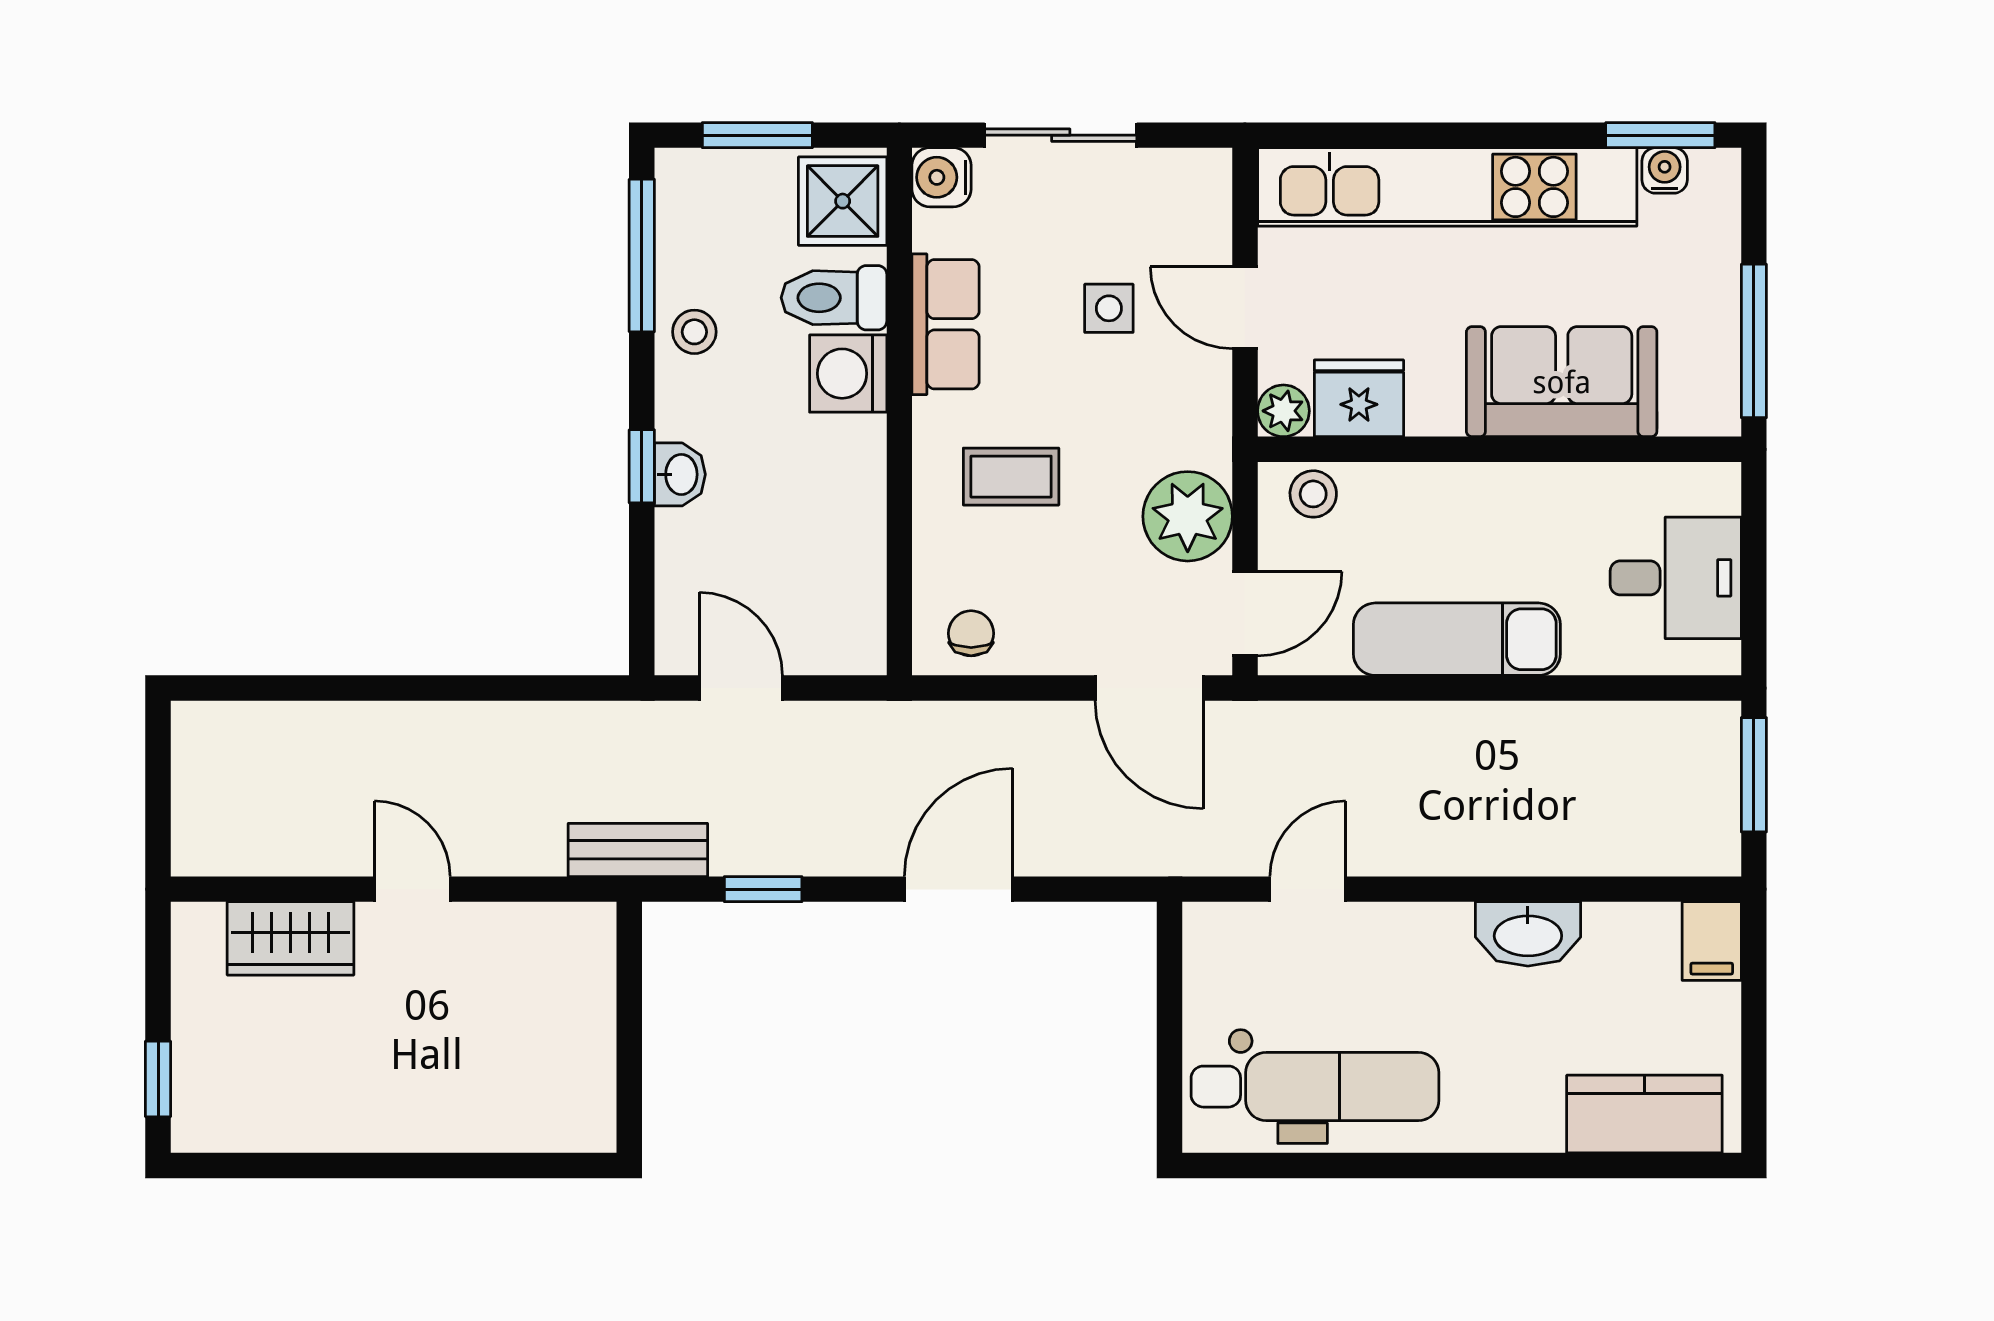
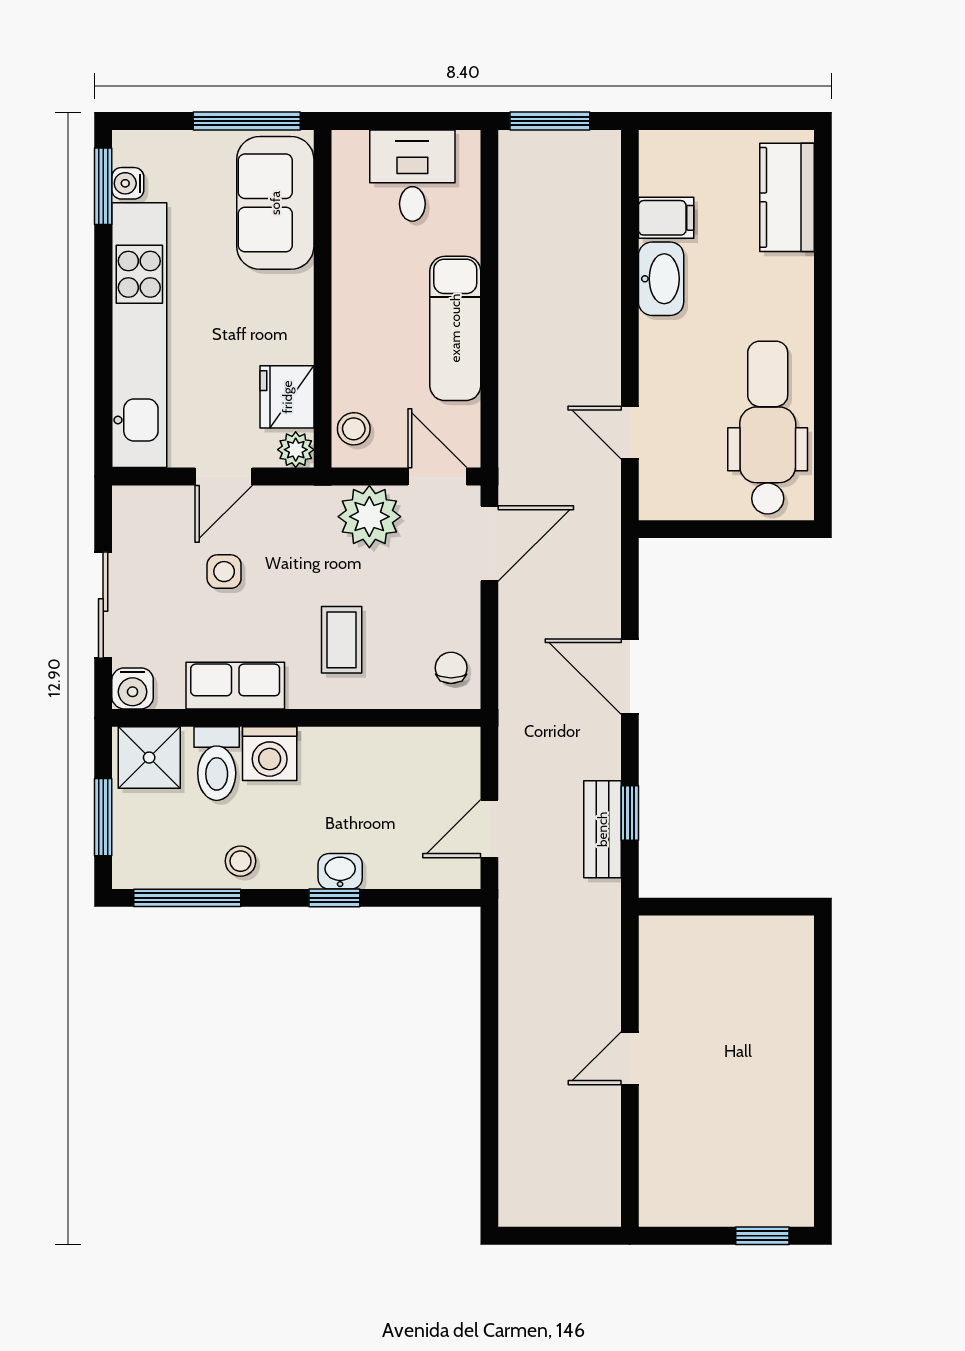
sofa: (1562, 382) -> (275, 203), moved
chair: (971, 633) -> (451, 668), turned 90
bench: (638, 850) -> (602, 829), moved
wardrobe: (290, 938) -> (664, 1143), removed
filing cabinet: (1712, 941) -> (666, 218), moved

